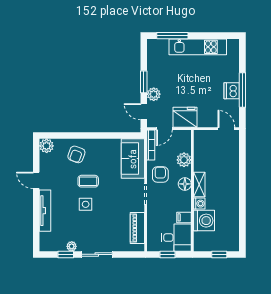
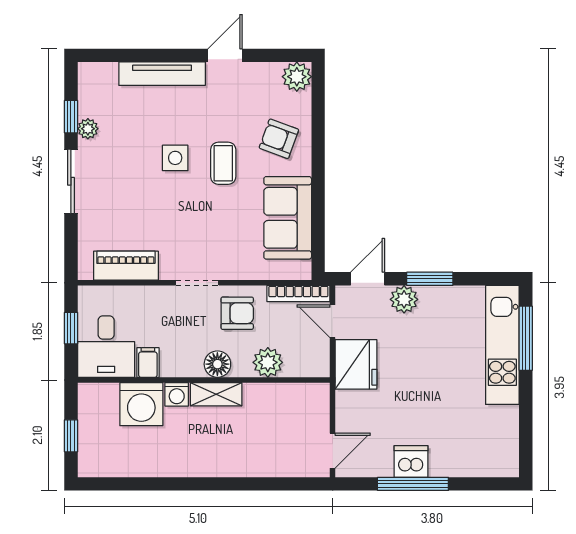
kitchen unit: (198, 47) -> (502, 345), moved
sofa: (133, 159) -> (288, 218), moved, turned -90

